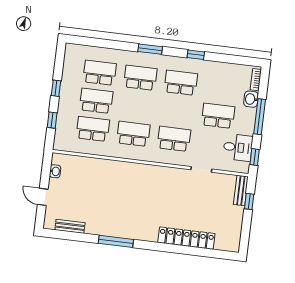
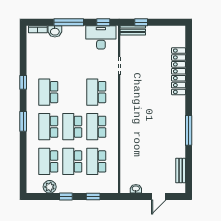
plant: (70, 71) -> (50, 187), added
school desk: (218, 116) -> (72, 127), moved
desk: (238, 147) -> (101, 37), width x1.37

